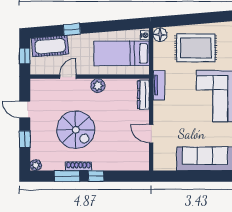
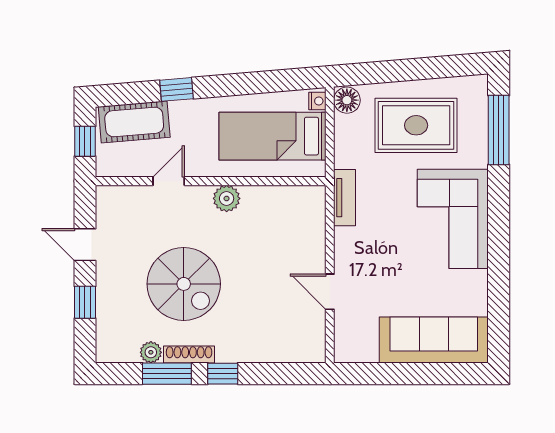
dresser: (143, 95) -> (315, 216), removed
plant: (36, 165) -> (151, 352), moved

